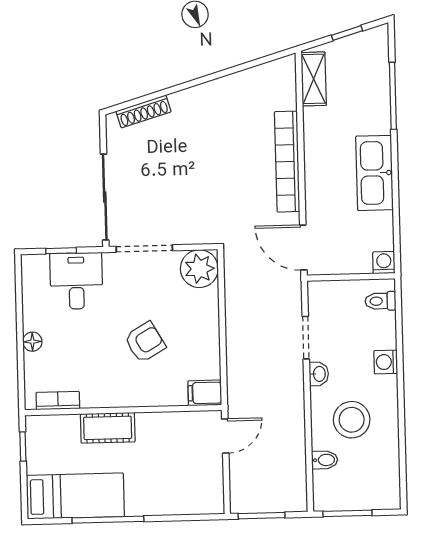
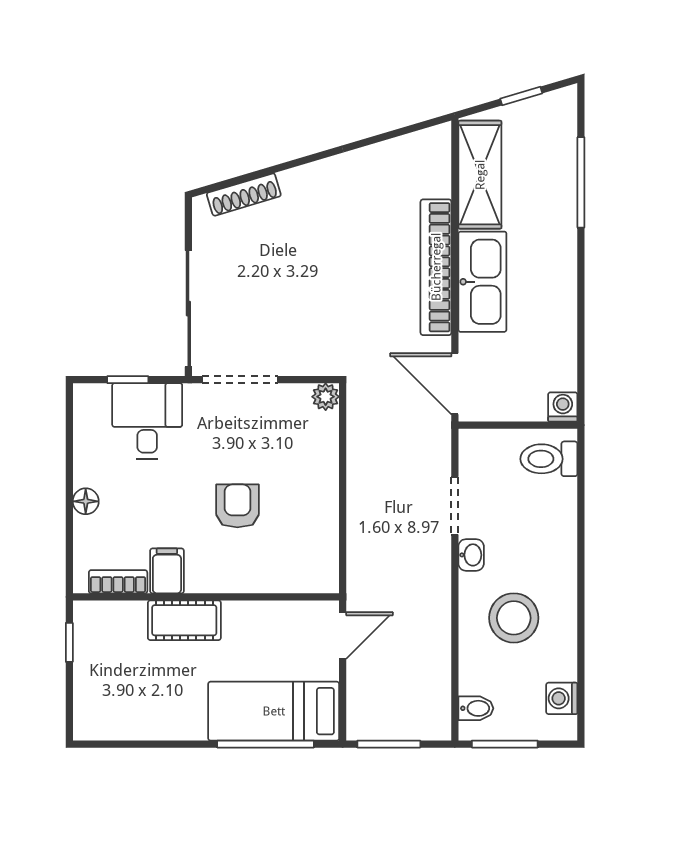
shelving: (314, 79) -> (480, 175), width x1.50, depth x1.33
kitchen sink: (375, 173) -> (482, 282), moved, turned 180
plant: (199, 269) -> (326, 397), width x0.53, depth x0.53
toilet: (380, 301) -> (549, 459), width x1.37, depth x1.39
armchair: (145, 342) -> (237, 506), turned -60
washing machine: (386, 362) -> (562, 698), moved
filing cabinet: (205, 393) -> (167, 571), moved, turned 90
bidet: (325, 460) -> (476, 708), moved
bed: (75, 496) -> (274, 711), moved, turned 180
window: (108, 520) -> (266, 744), moved

